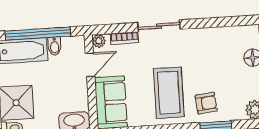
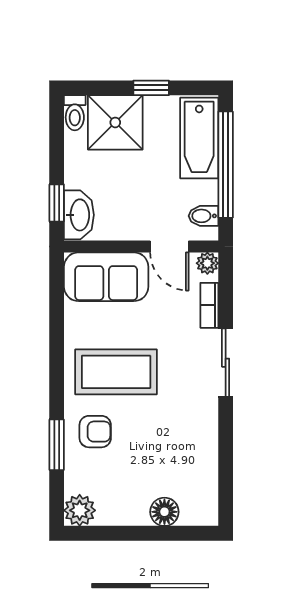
bidet: (55, 46) -> (203, 216), moved
armchair: (206, 103) -> (95, 432), turned -84

